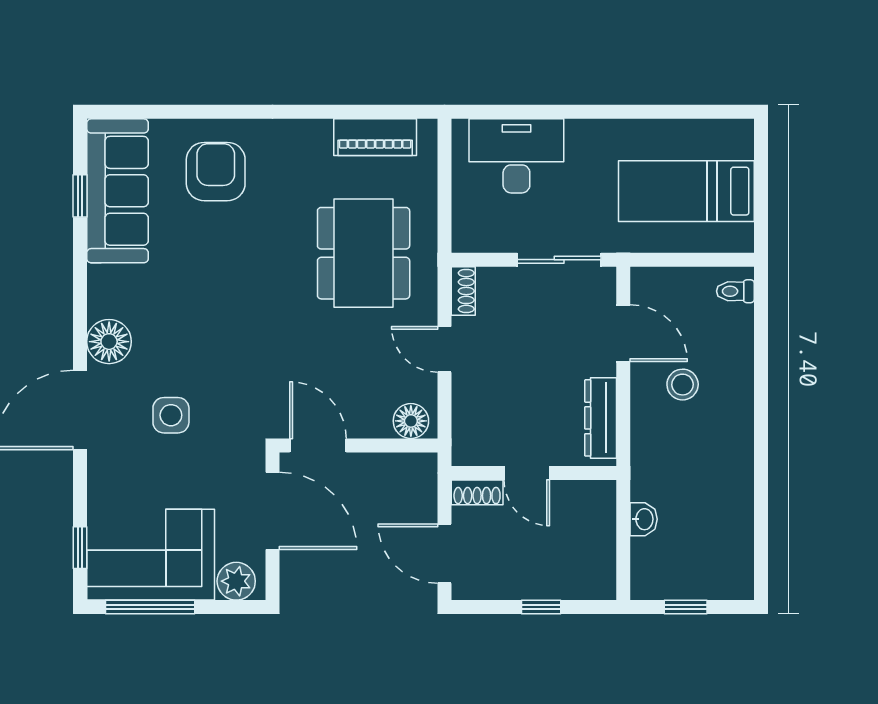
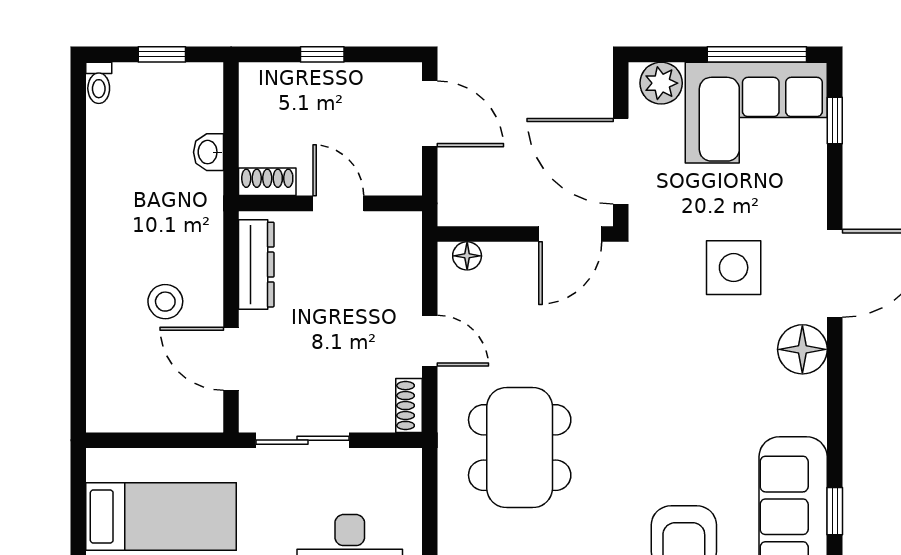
toilet: (735, 291) -> (99, 83), moved, turned 90
side table: (171, 415) -> (734, 268), width x1.37, depth x1.37
floor lamp: (411, 421) -> (467, 256), width x0.73, depth x0.73
door: (318, 445) -> (570, 234), hinge flipped
shoe rack: (477, 492) -> (267, 182), moved

